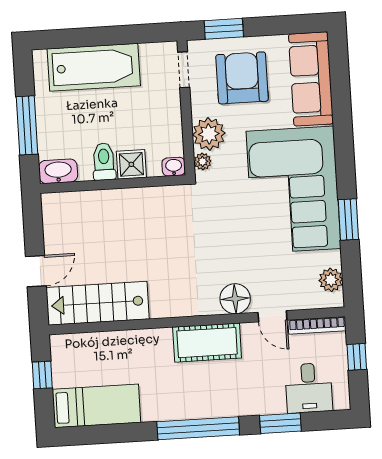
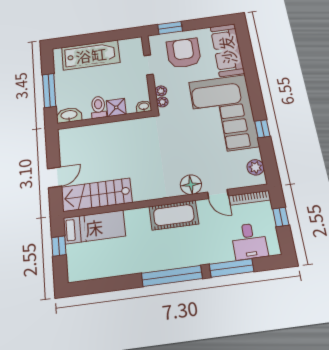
doorway: (184, 70) -> (149, 65), moved
plant: (209, 134) -> (161, 91), width x0.53, depth x0.53
window: (348, 219) -> (262, 129), width x0.67
bed: (96, 406) -> (94, 227), moved
window: (280, 423) -> (232, 268), width x1.44

